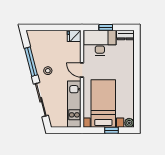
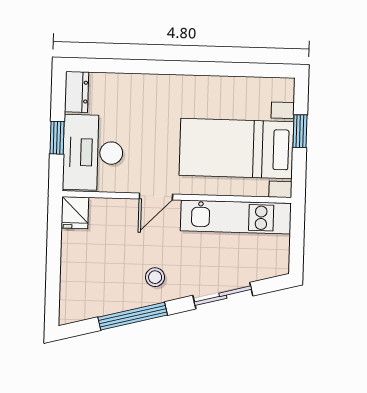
sliding door: (41, 100) -> (223, 296), width x0.73
plant: (129, 123) -> (283, 89), removed

